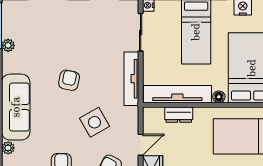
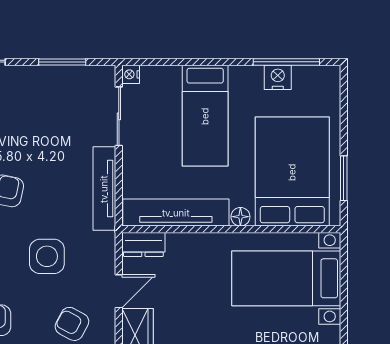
dresser: (179, 115) -> (143, 244), moved
side table: (94, 122) -> (47, 256), turned 30

